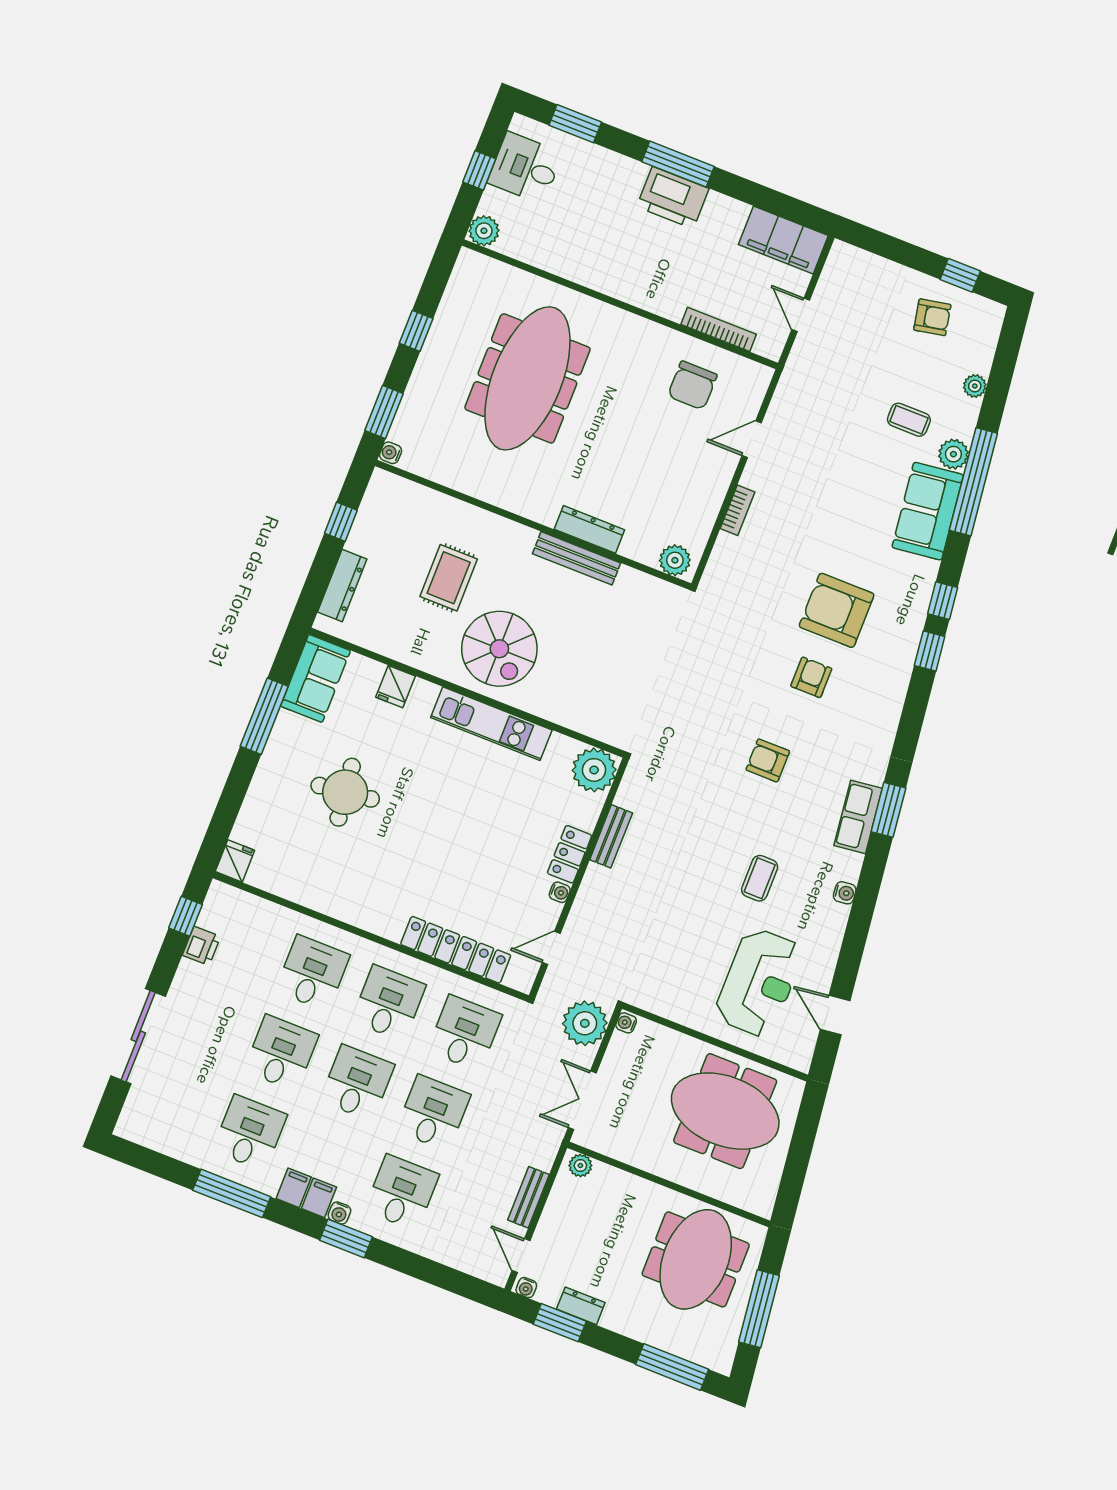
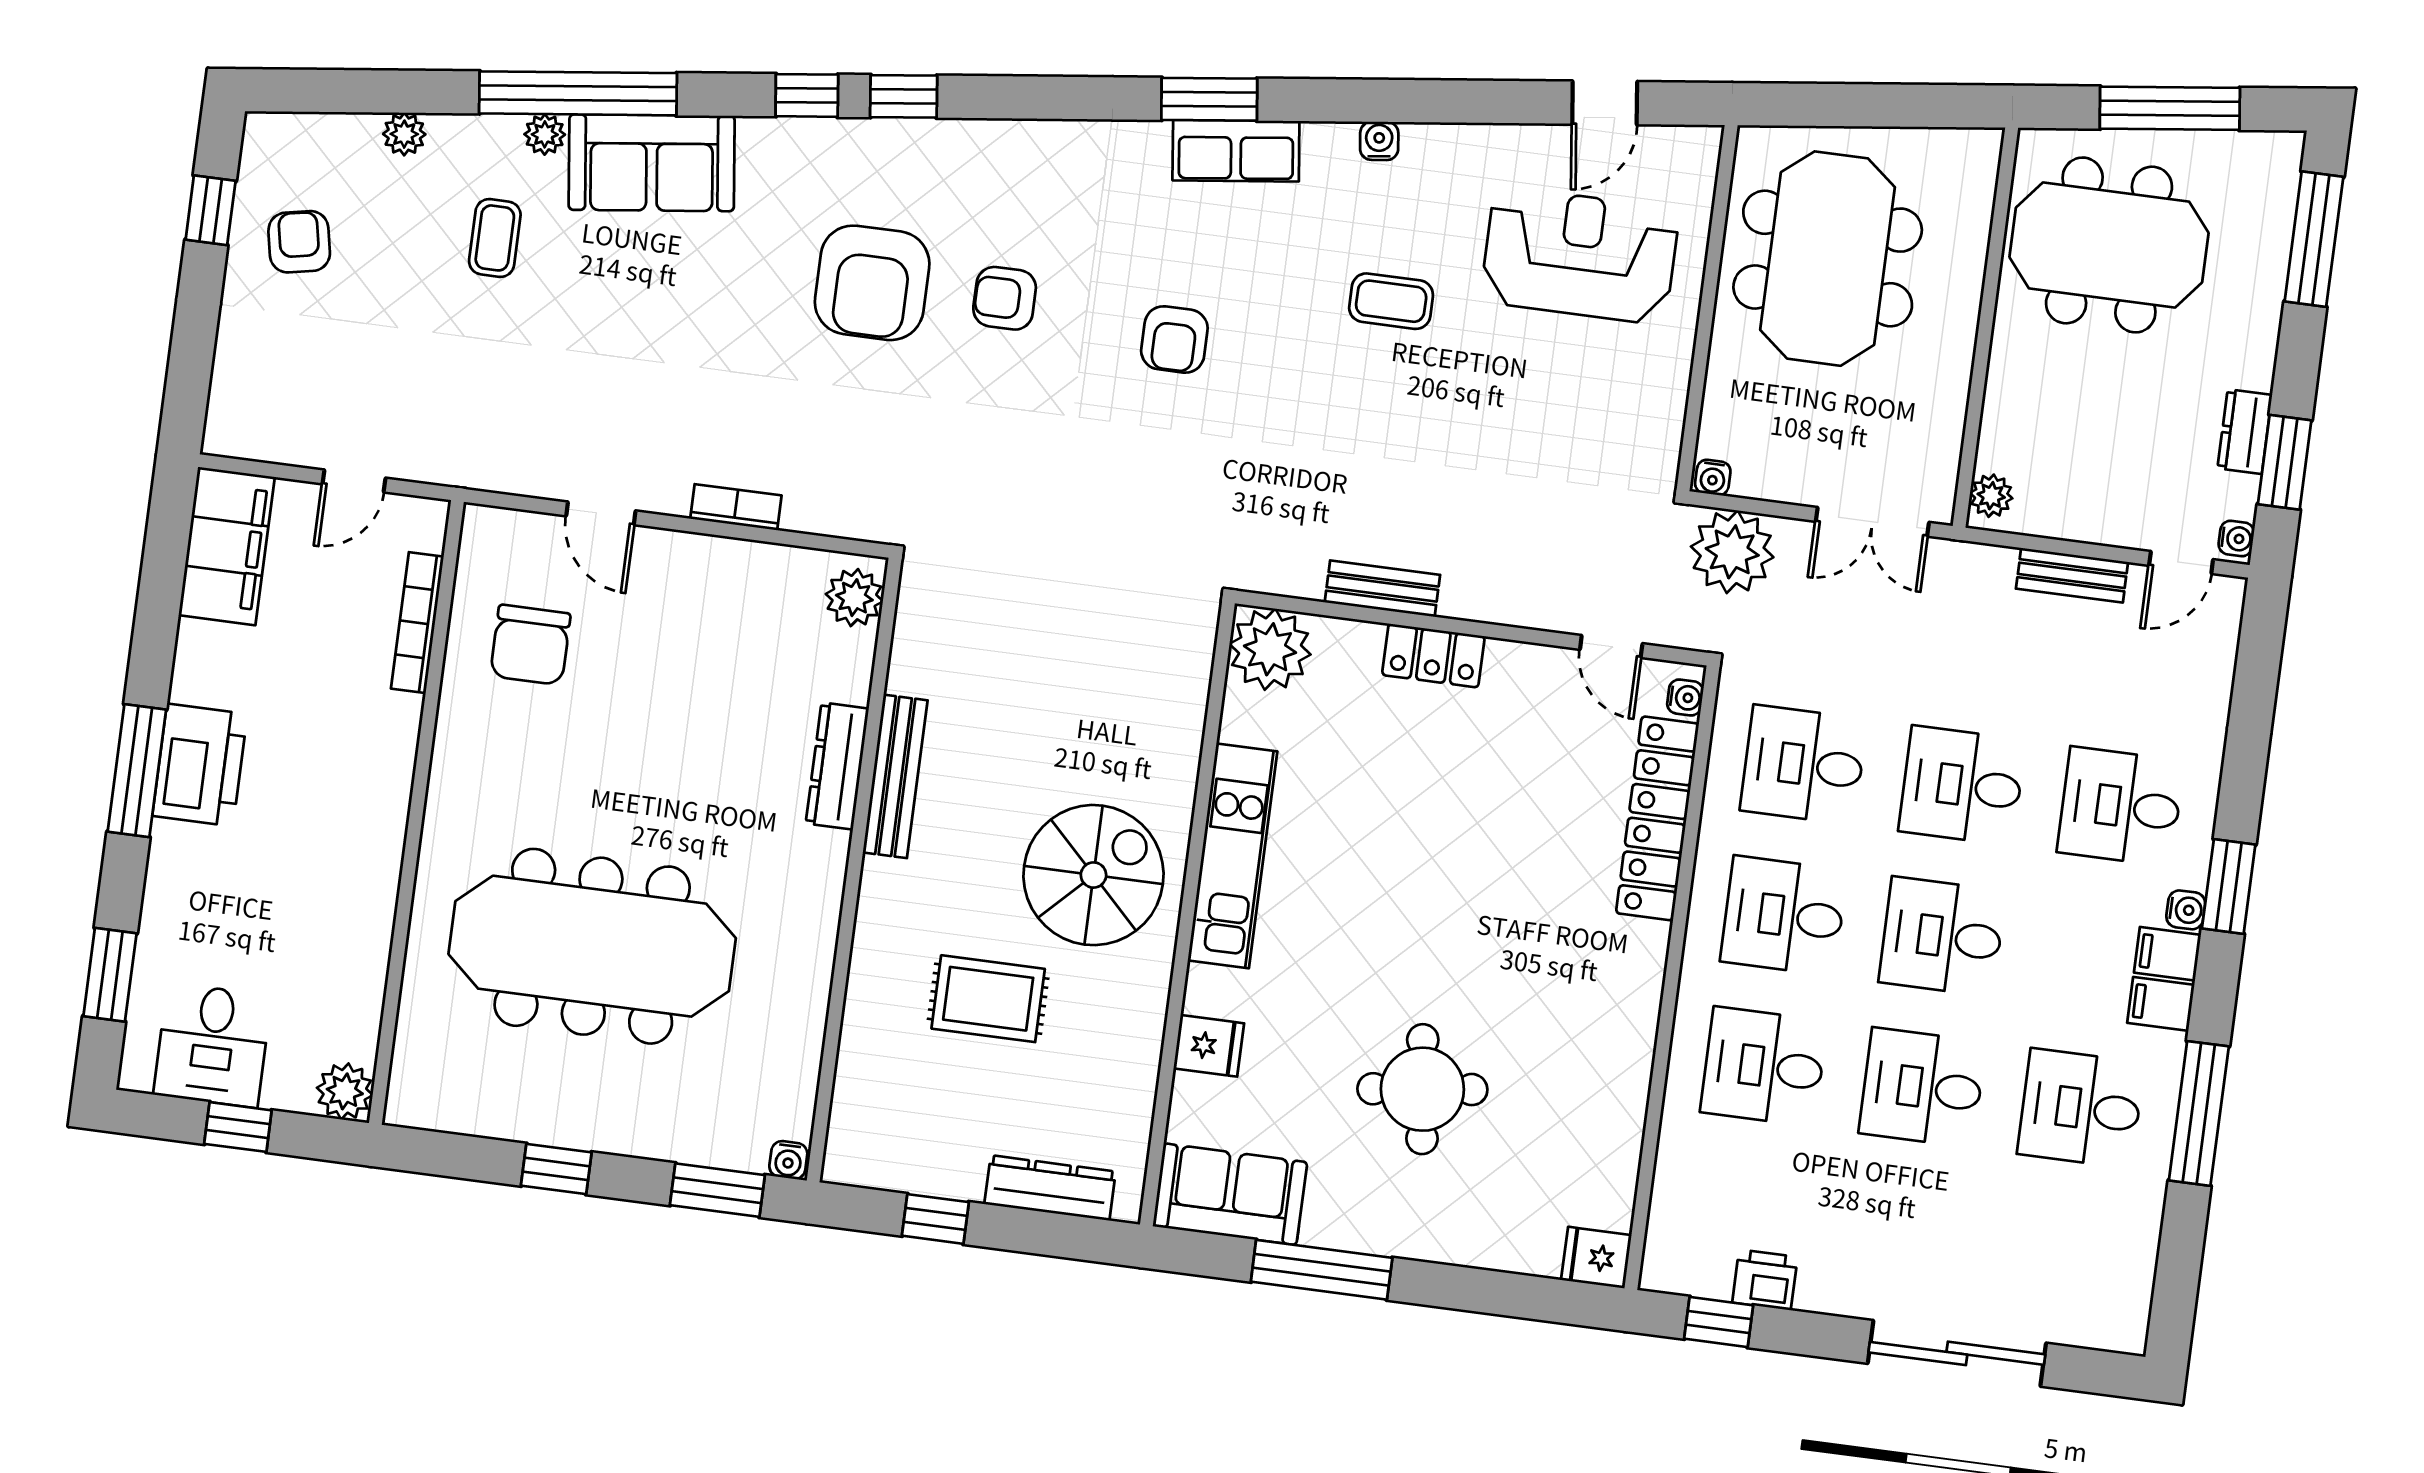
chair: (692, 385) -> (530, 645), turned 90
plant: (953, 454) -> (545, 134), width x0.73, depth x0.73
water cooler: (560, 892) -> (1685, 697), moved, turned 90

